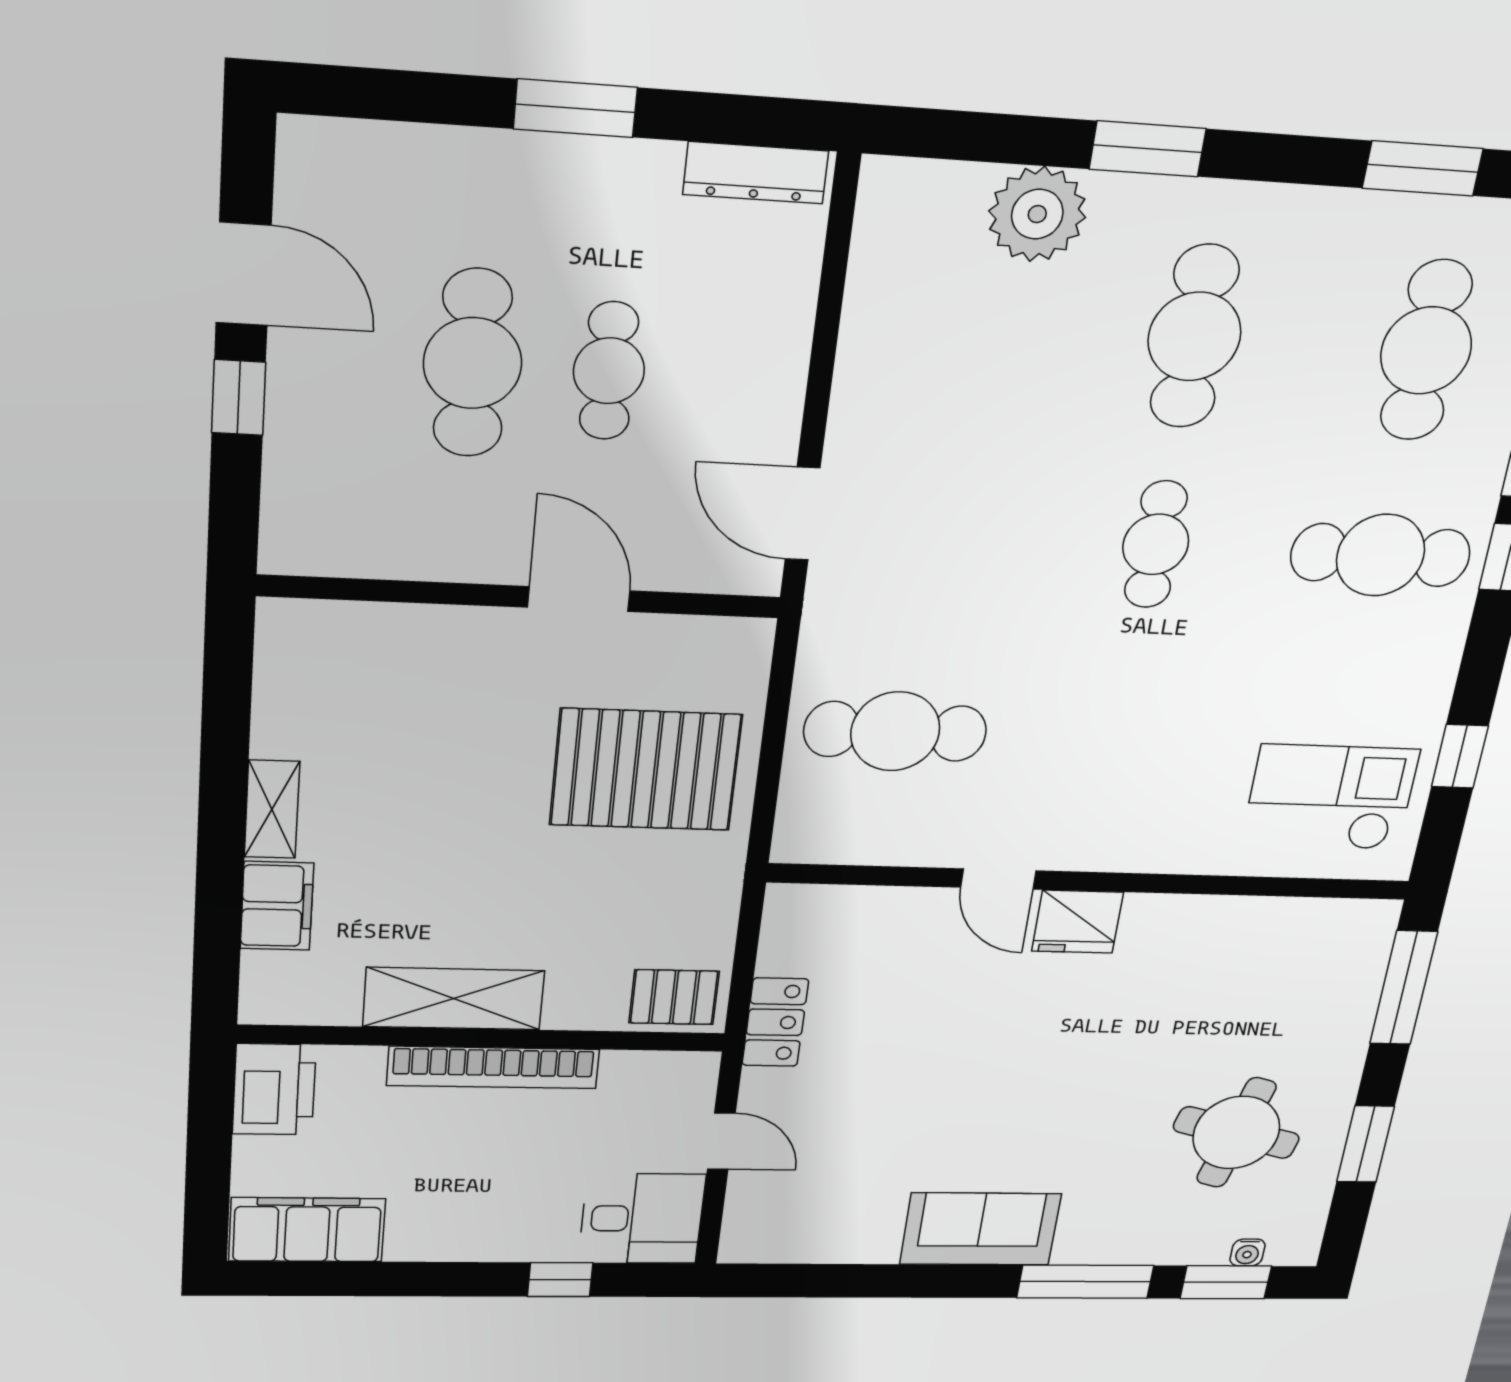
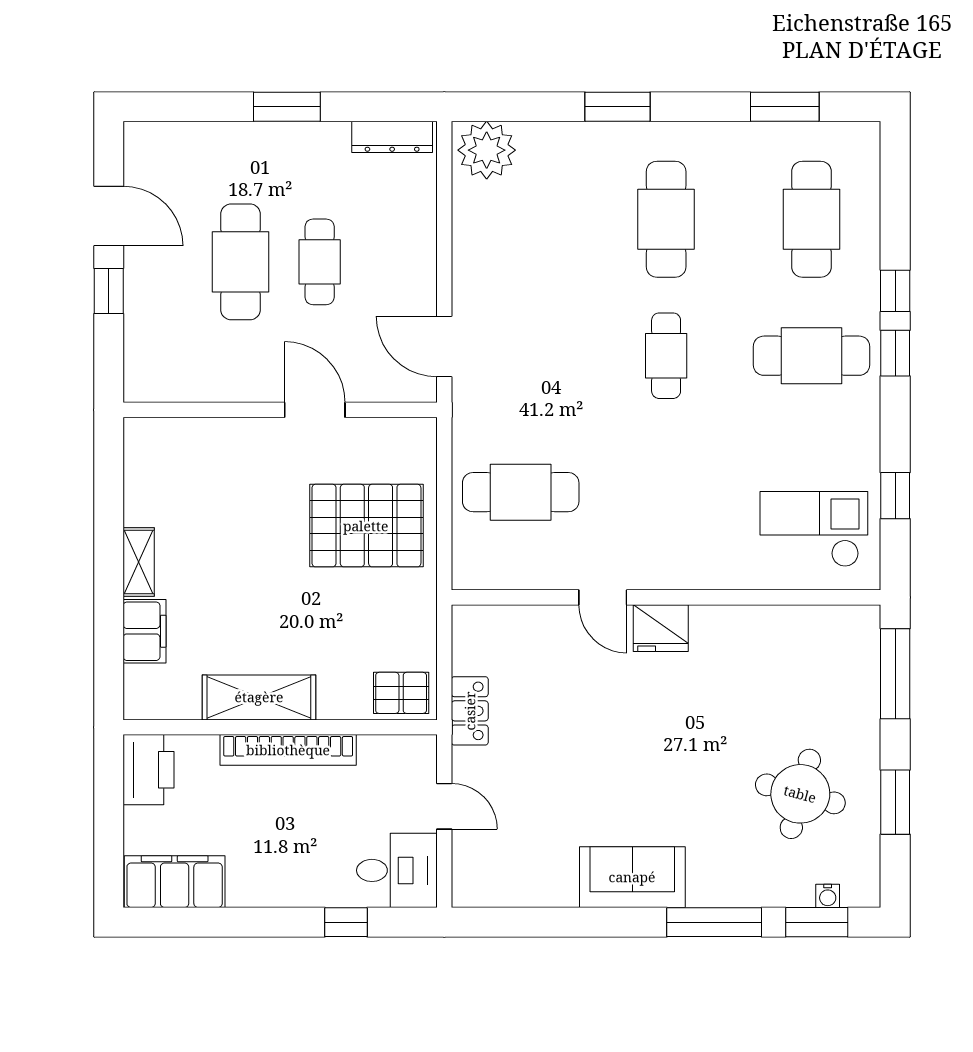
plant: (1037, 214) -> (487, 150), moved

